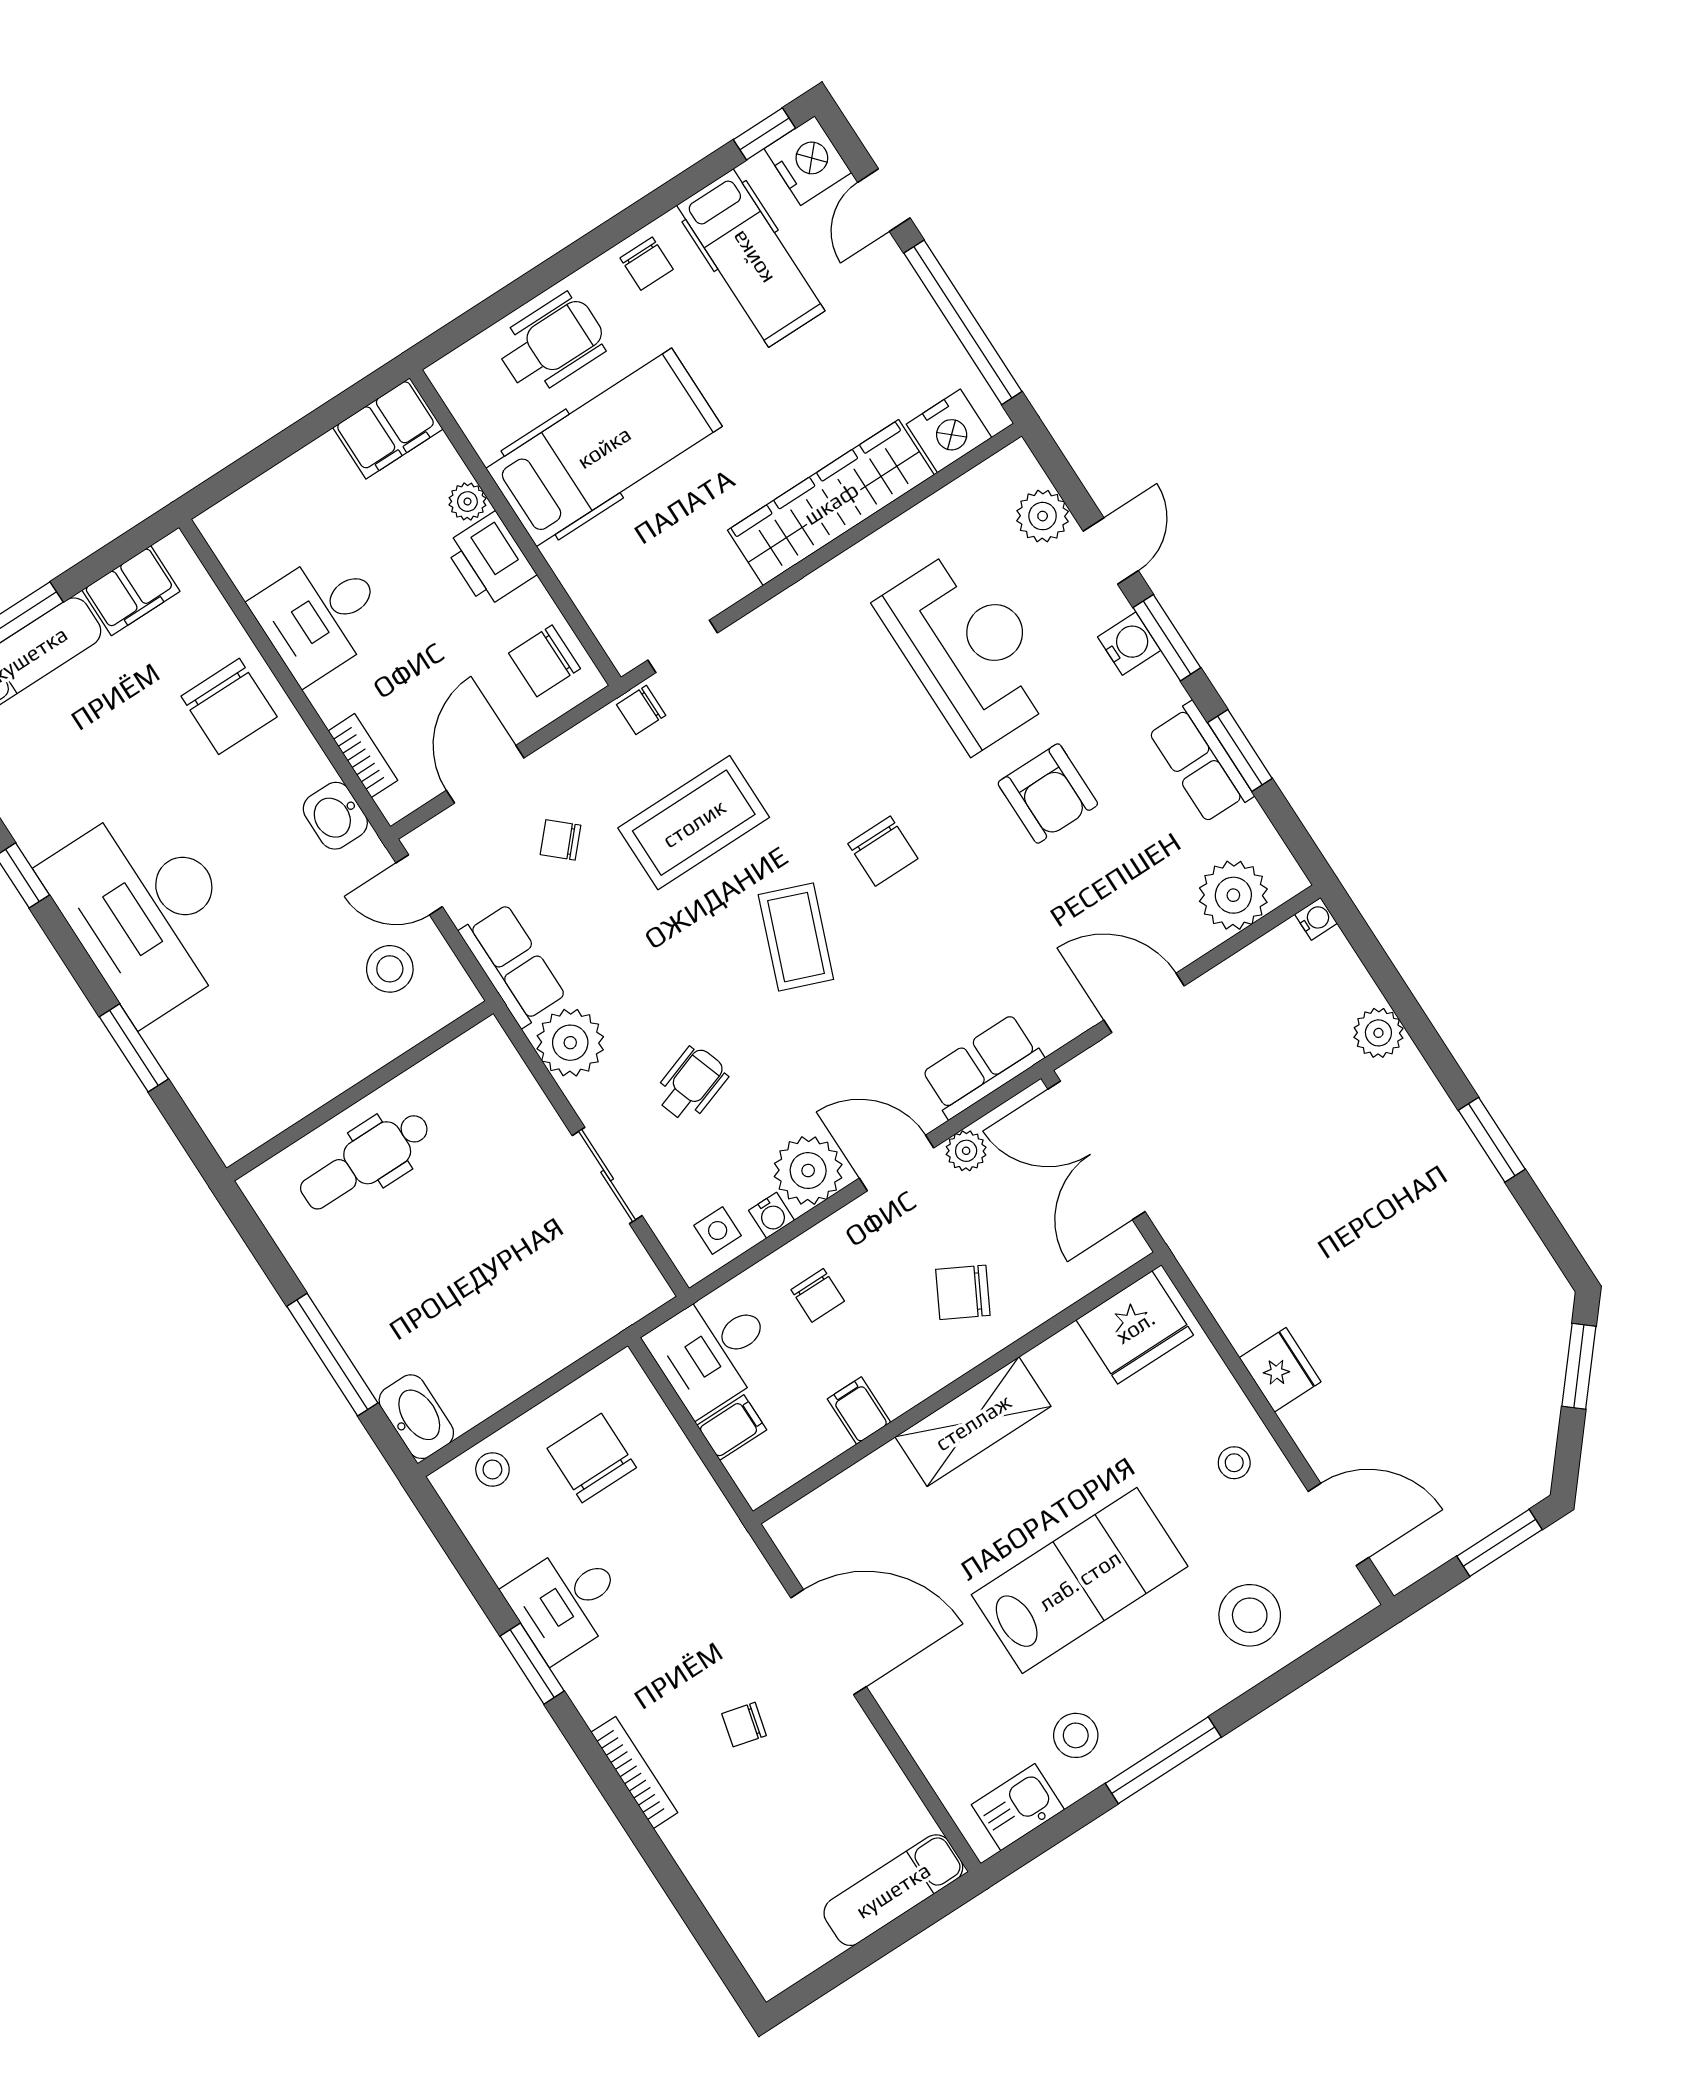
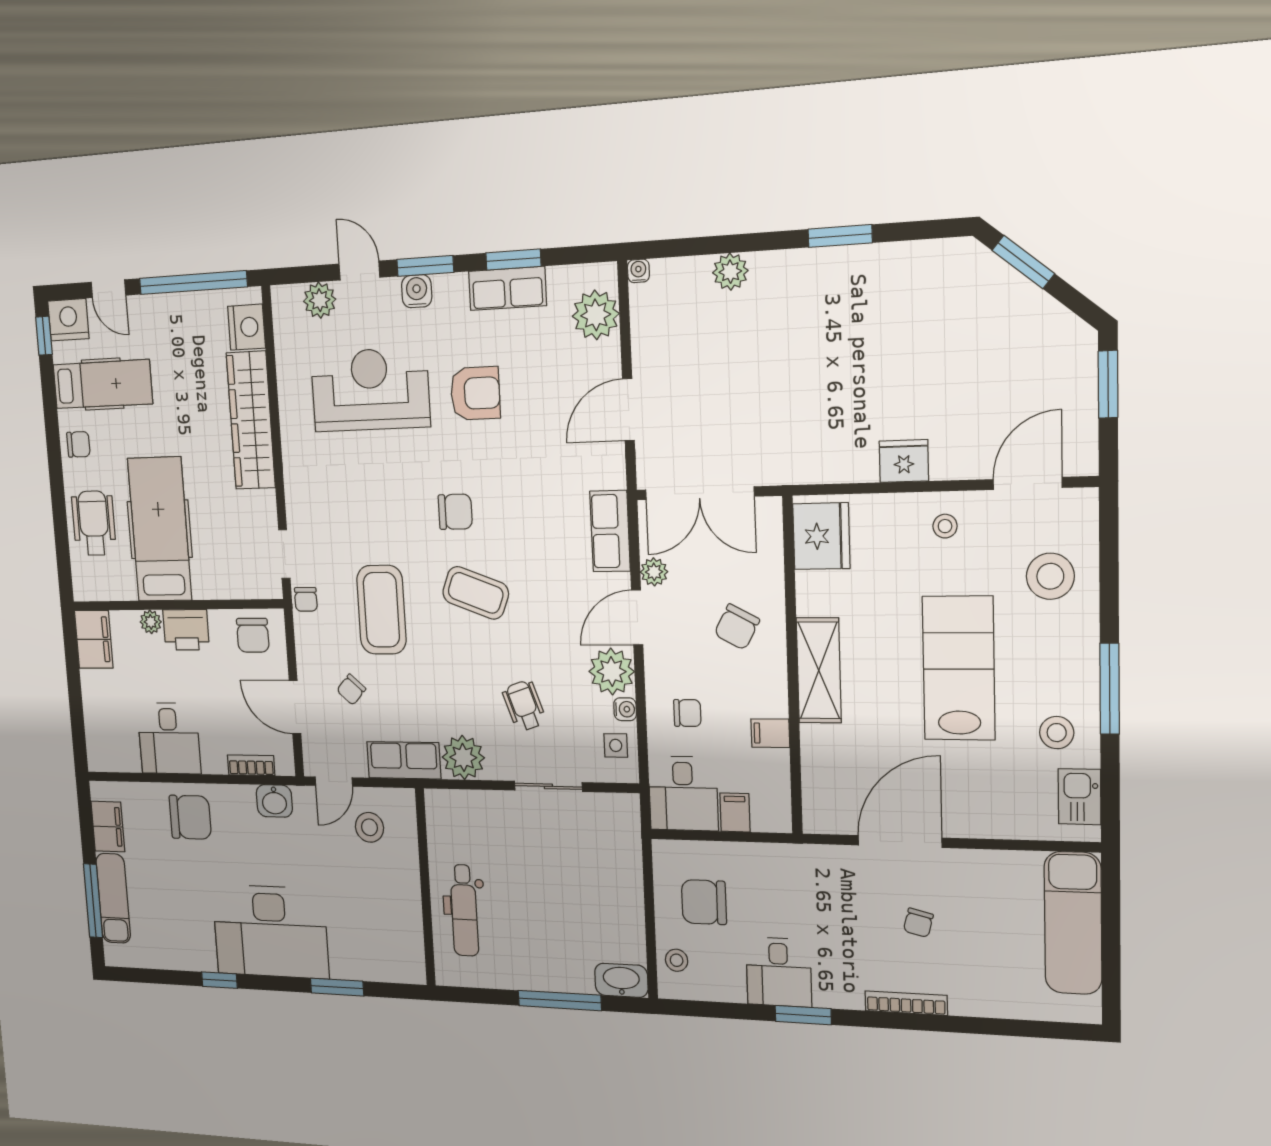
exam couch: (893, 1890) -> (1073, 923), width x1.36, depth x1.45

